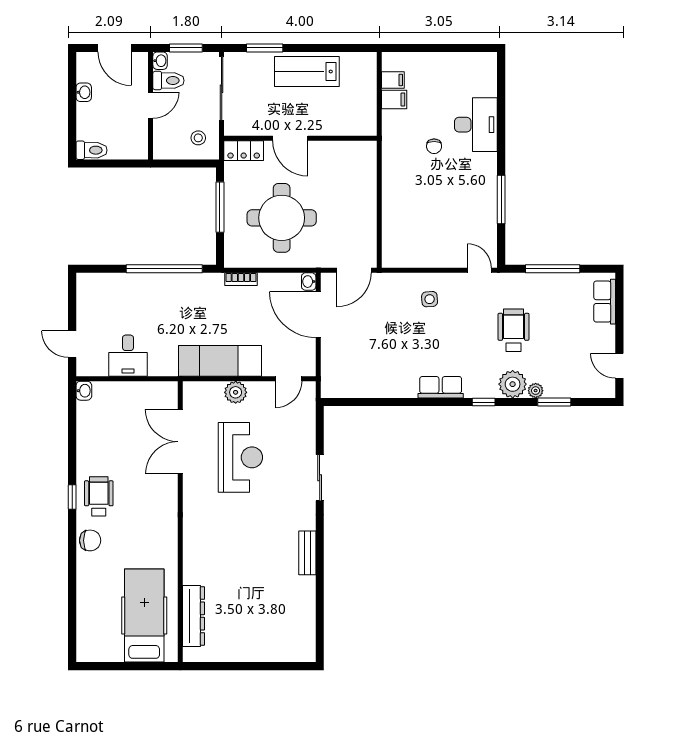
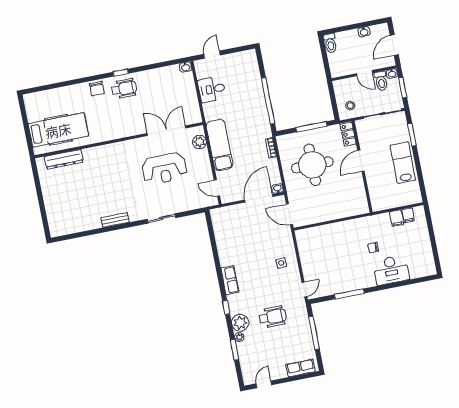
plant: (236, 392) -> (199, 142), moved

